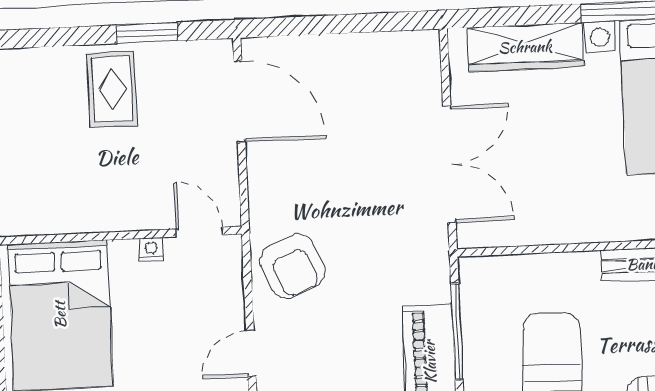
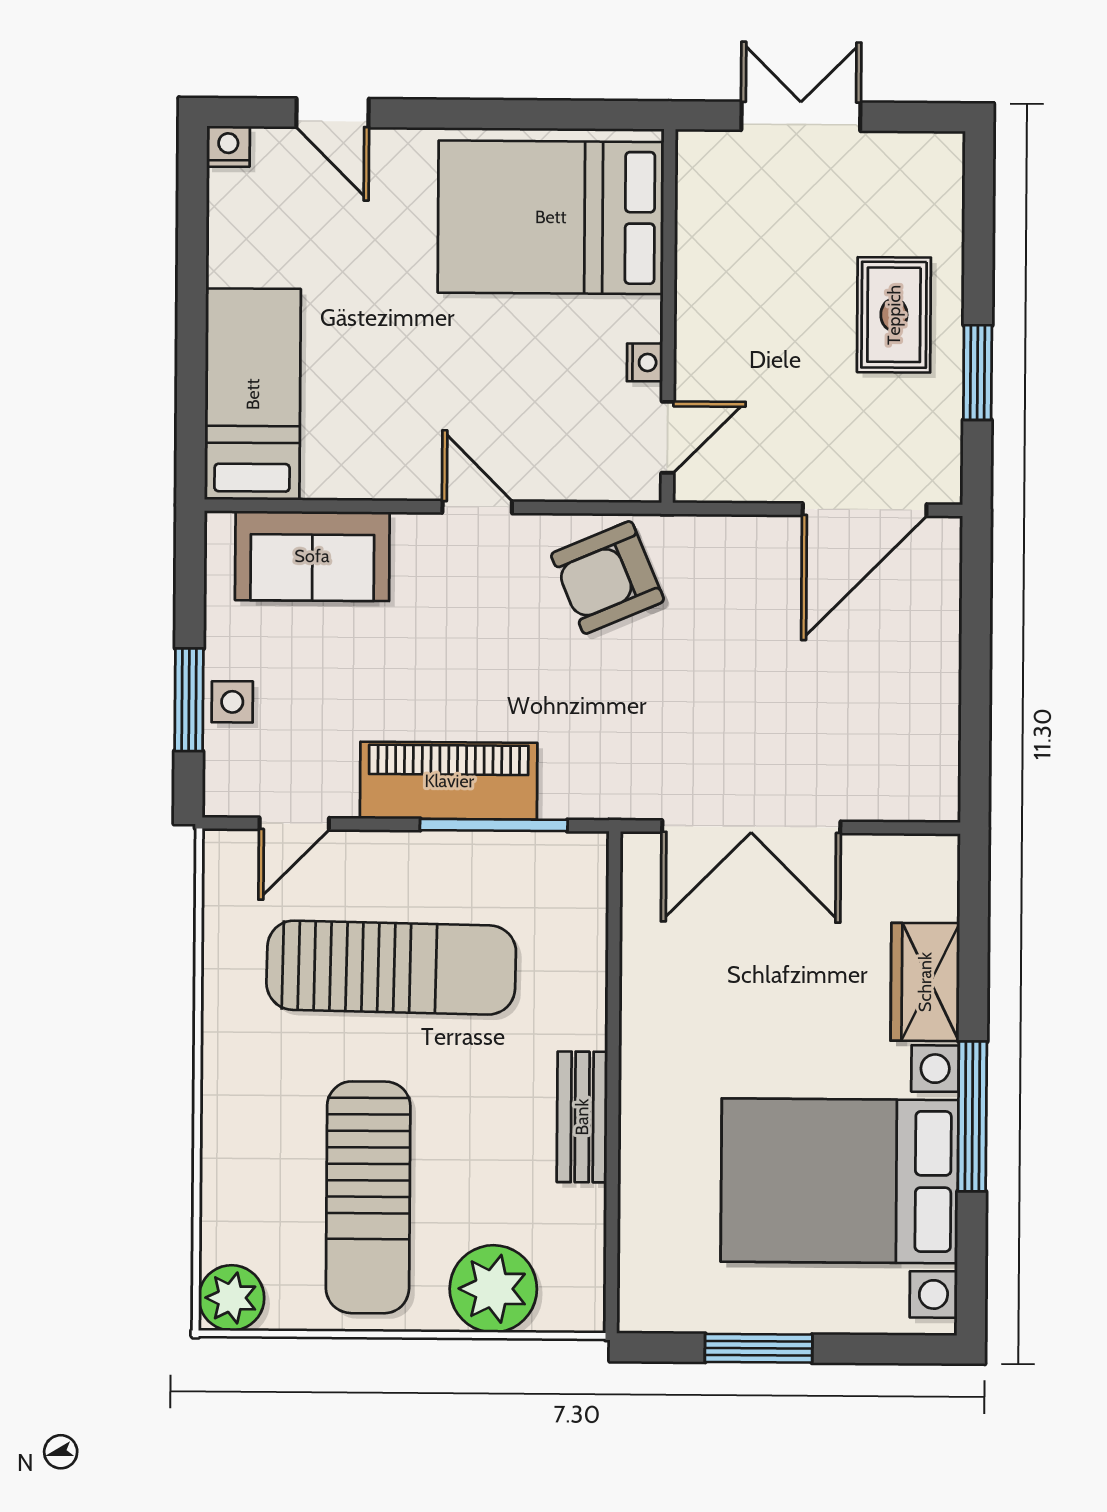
wardrobe: (525, 47) -> (925, 982), width x0.67
rug: (112, 89) -> (894, 315), turned 90

